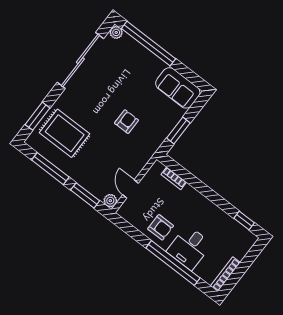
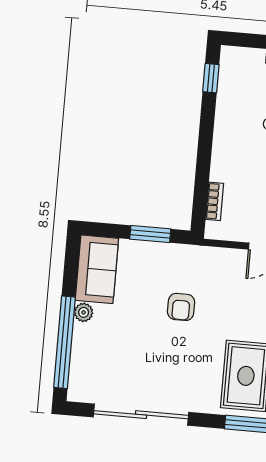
plant: (116, 32) -> (84, 312), moved
armchair: (126, 122) -> (181, 307), turned -90

